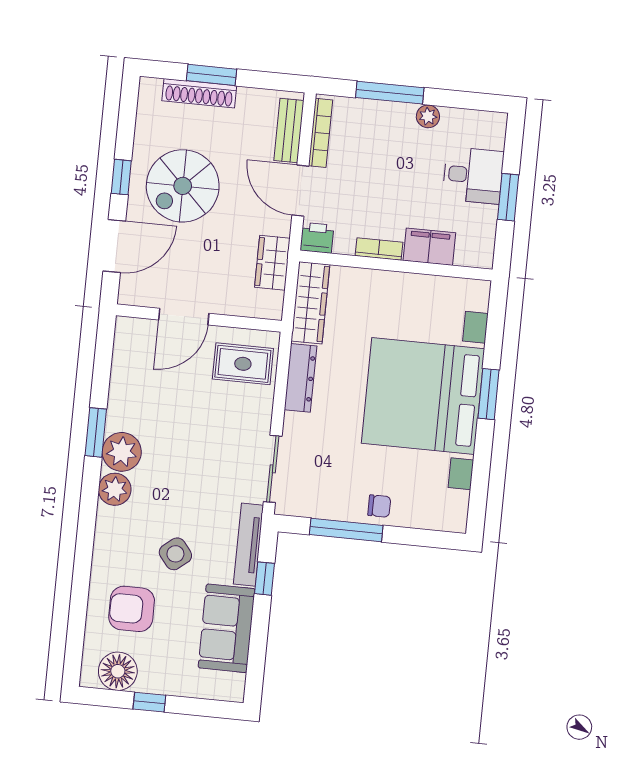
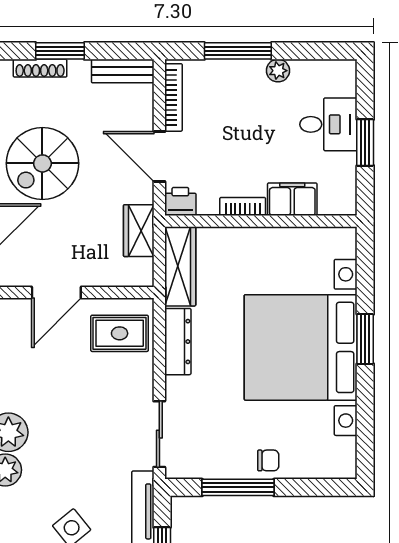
shoe rack: (199, 93) -> (40, 68), width x0.74, depth x0.81
bench: (289, 131) -> (123, 71), moved, turned 90

